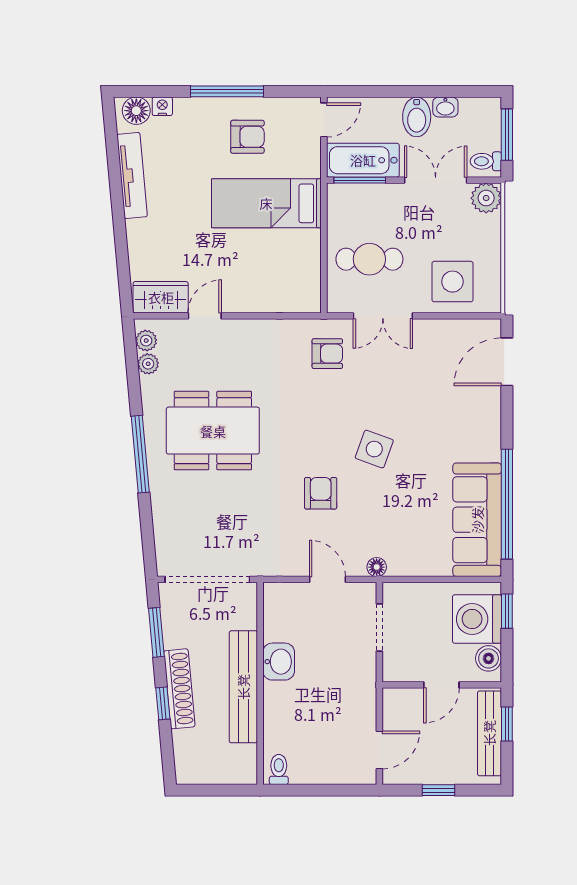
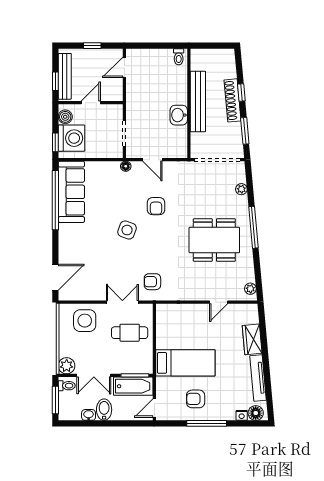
wardrobe: (161, 297) -> (252, 339), moved, turned 85
plant: (148, 364) -> (241, 189), moved

